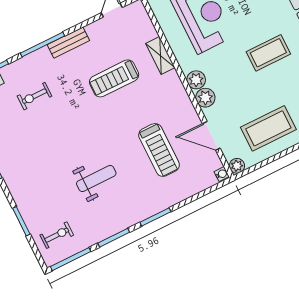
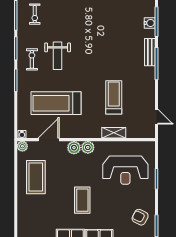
bench: (68, 43) -> (150, 52), moved
exercise bike: (34, 96) -> (32, 59), moved
treadmill: (159, 150) -> (56, 103), width x1.37, depth x1.37

